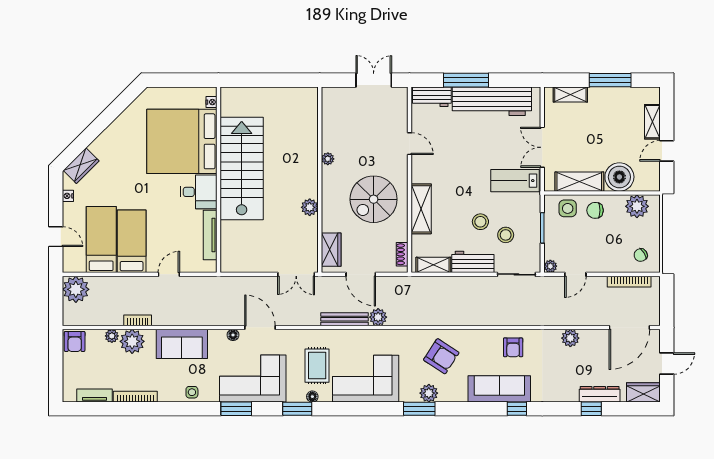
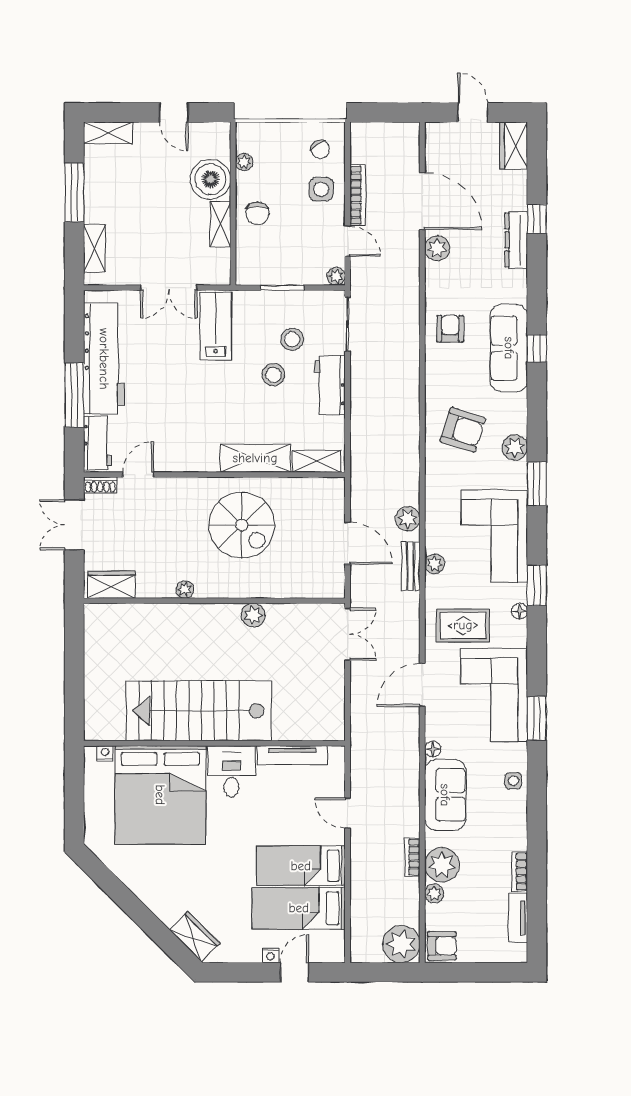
shelving: (652, 122) -> (108, 133), moved
door: (409, 144) -> (138, 475), moved
lab bench: (515, 181) -> (216, 326), turned 180
shelving: (579, 182) -> (220, 224), width x0.67, depth x0.75
nightstand: (68, 196) -> (270, 955), moved
plant: (637, 206) -> (244, 162), width x0.53, depth x0.53
side table: (568, 208) -> (321, 189), moved
wardrobe: (331, 250) -> (111, 585), moved
shoe rack: (402, 254) -> (100, 485), moved
shelving: (433, 265) -> (317, 461), moved, turned 90
door: (361, 274) -> (348, 543), hinge flipped
bookcase: (629, 282) -> (358, 195), moved
plant: (76, 289) -> (401, 944), moved
bench: (344, 319) -> (411, 566), width x0.73
door: (629, 327) -> (422, 201), moved
floor lamp: (233, 335) -> (433, 749), moved
plant: (346, 336) -> (435, 564), added
armchair: (513, 347) -> (450, 329), turned -90
armchair: (441, 356) -> (463, 430), turned 75
rug: (317, 366) -> (463, 625), moved
dresser: (600, 394) -> (516, 240), moved
bookcase: (135, 397) -> (520, 872), width x0.64
window: (297, 409) -> (537, 585), moved
window: (419, 409) -> (537, 484), moved
window: (517, 409) -> (537, 349), moved

